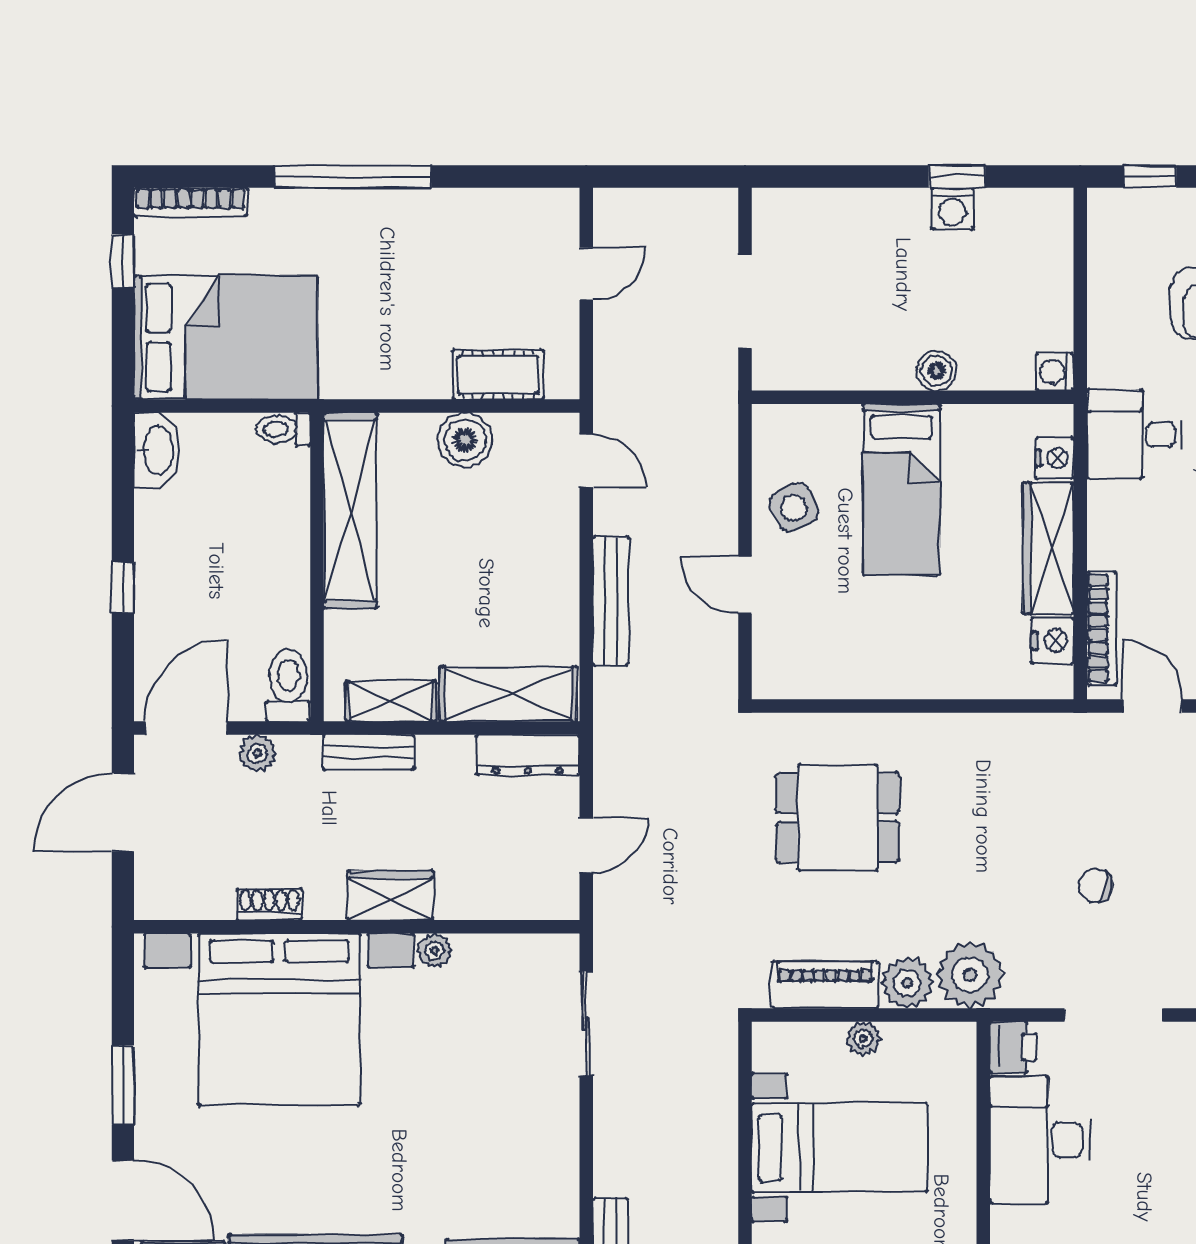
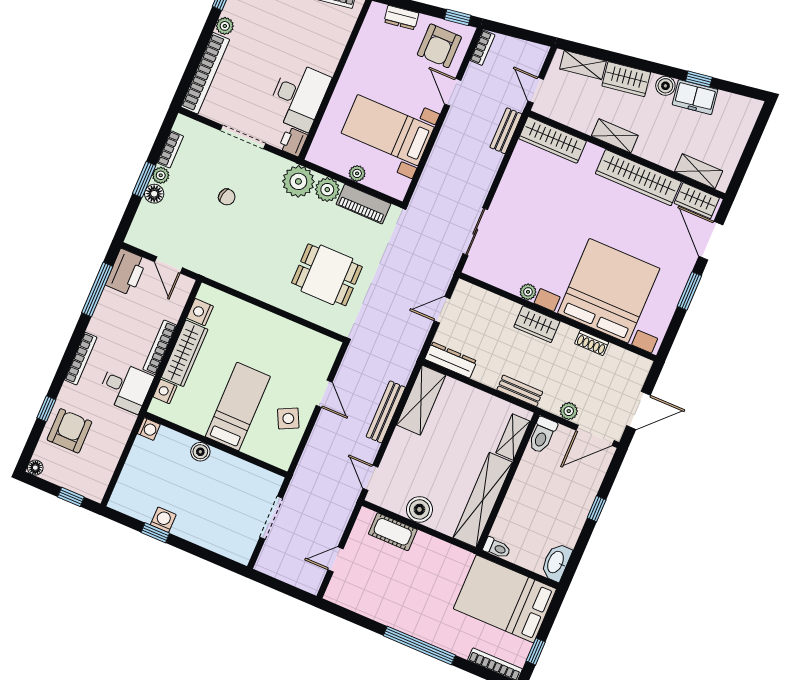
bookcase: (1102, 628) -> (160, 347), moved
shelving: (508, 694) -> (421, 400), moved, turned 90
shelving: (391, 701) -> (513, 437), moved, turned 90

